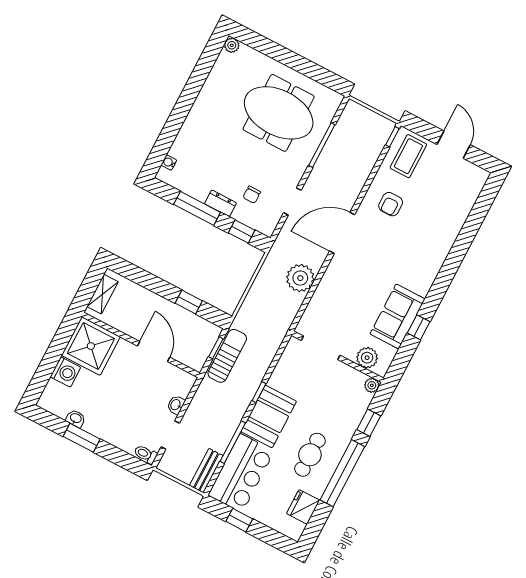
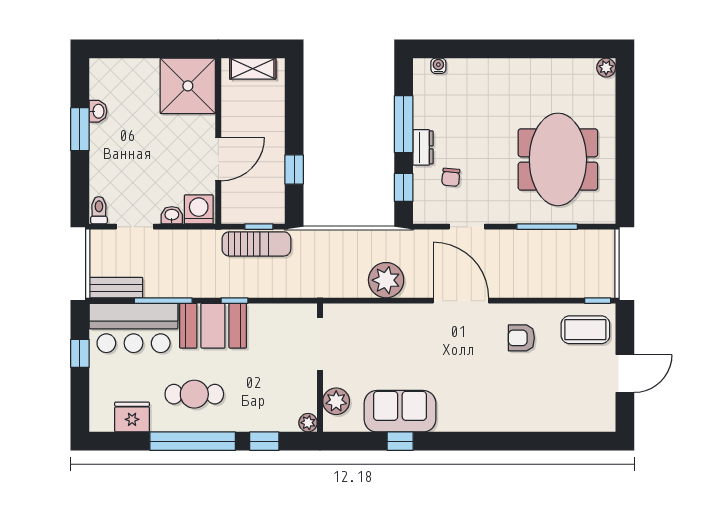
chair: (252, 195) -> (451, 177), turned -85
washing machine: (65, 372) -> (199, 209), moved, turned 180

